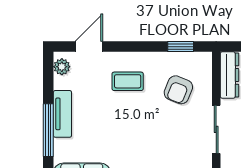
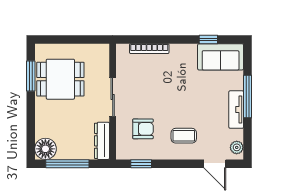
door: (89, 47) -> (215, 164), hinge flipped
armchair: (178, 90) -> (143, 129), turned 68

